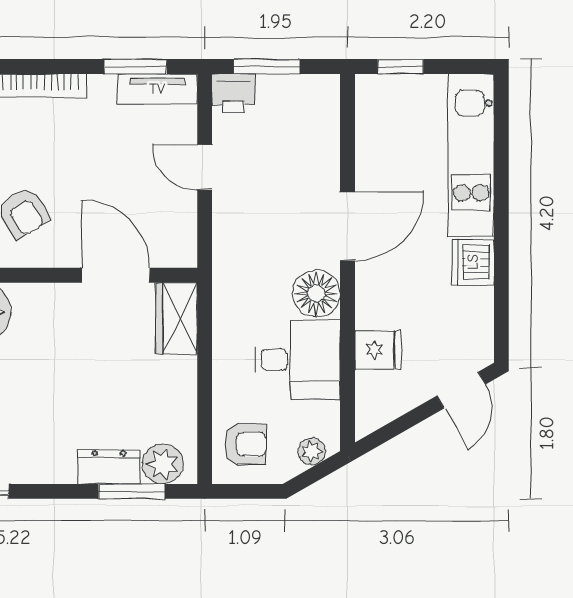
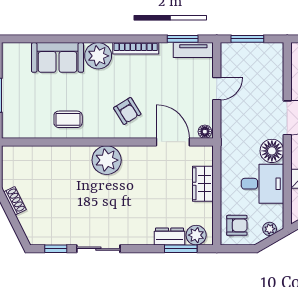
printer: (233, 93) -> (231, 52), removed
door: (205, 167) -> (217, 89), swing flipped
floor lamp: (181, 254) -> (205, 132), added
wardrobe: (177, 318) -> (203, 184), moved

